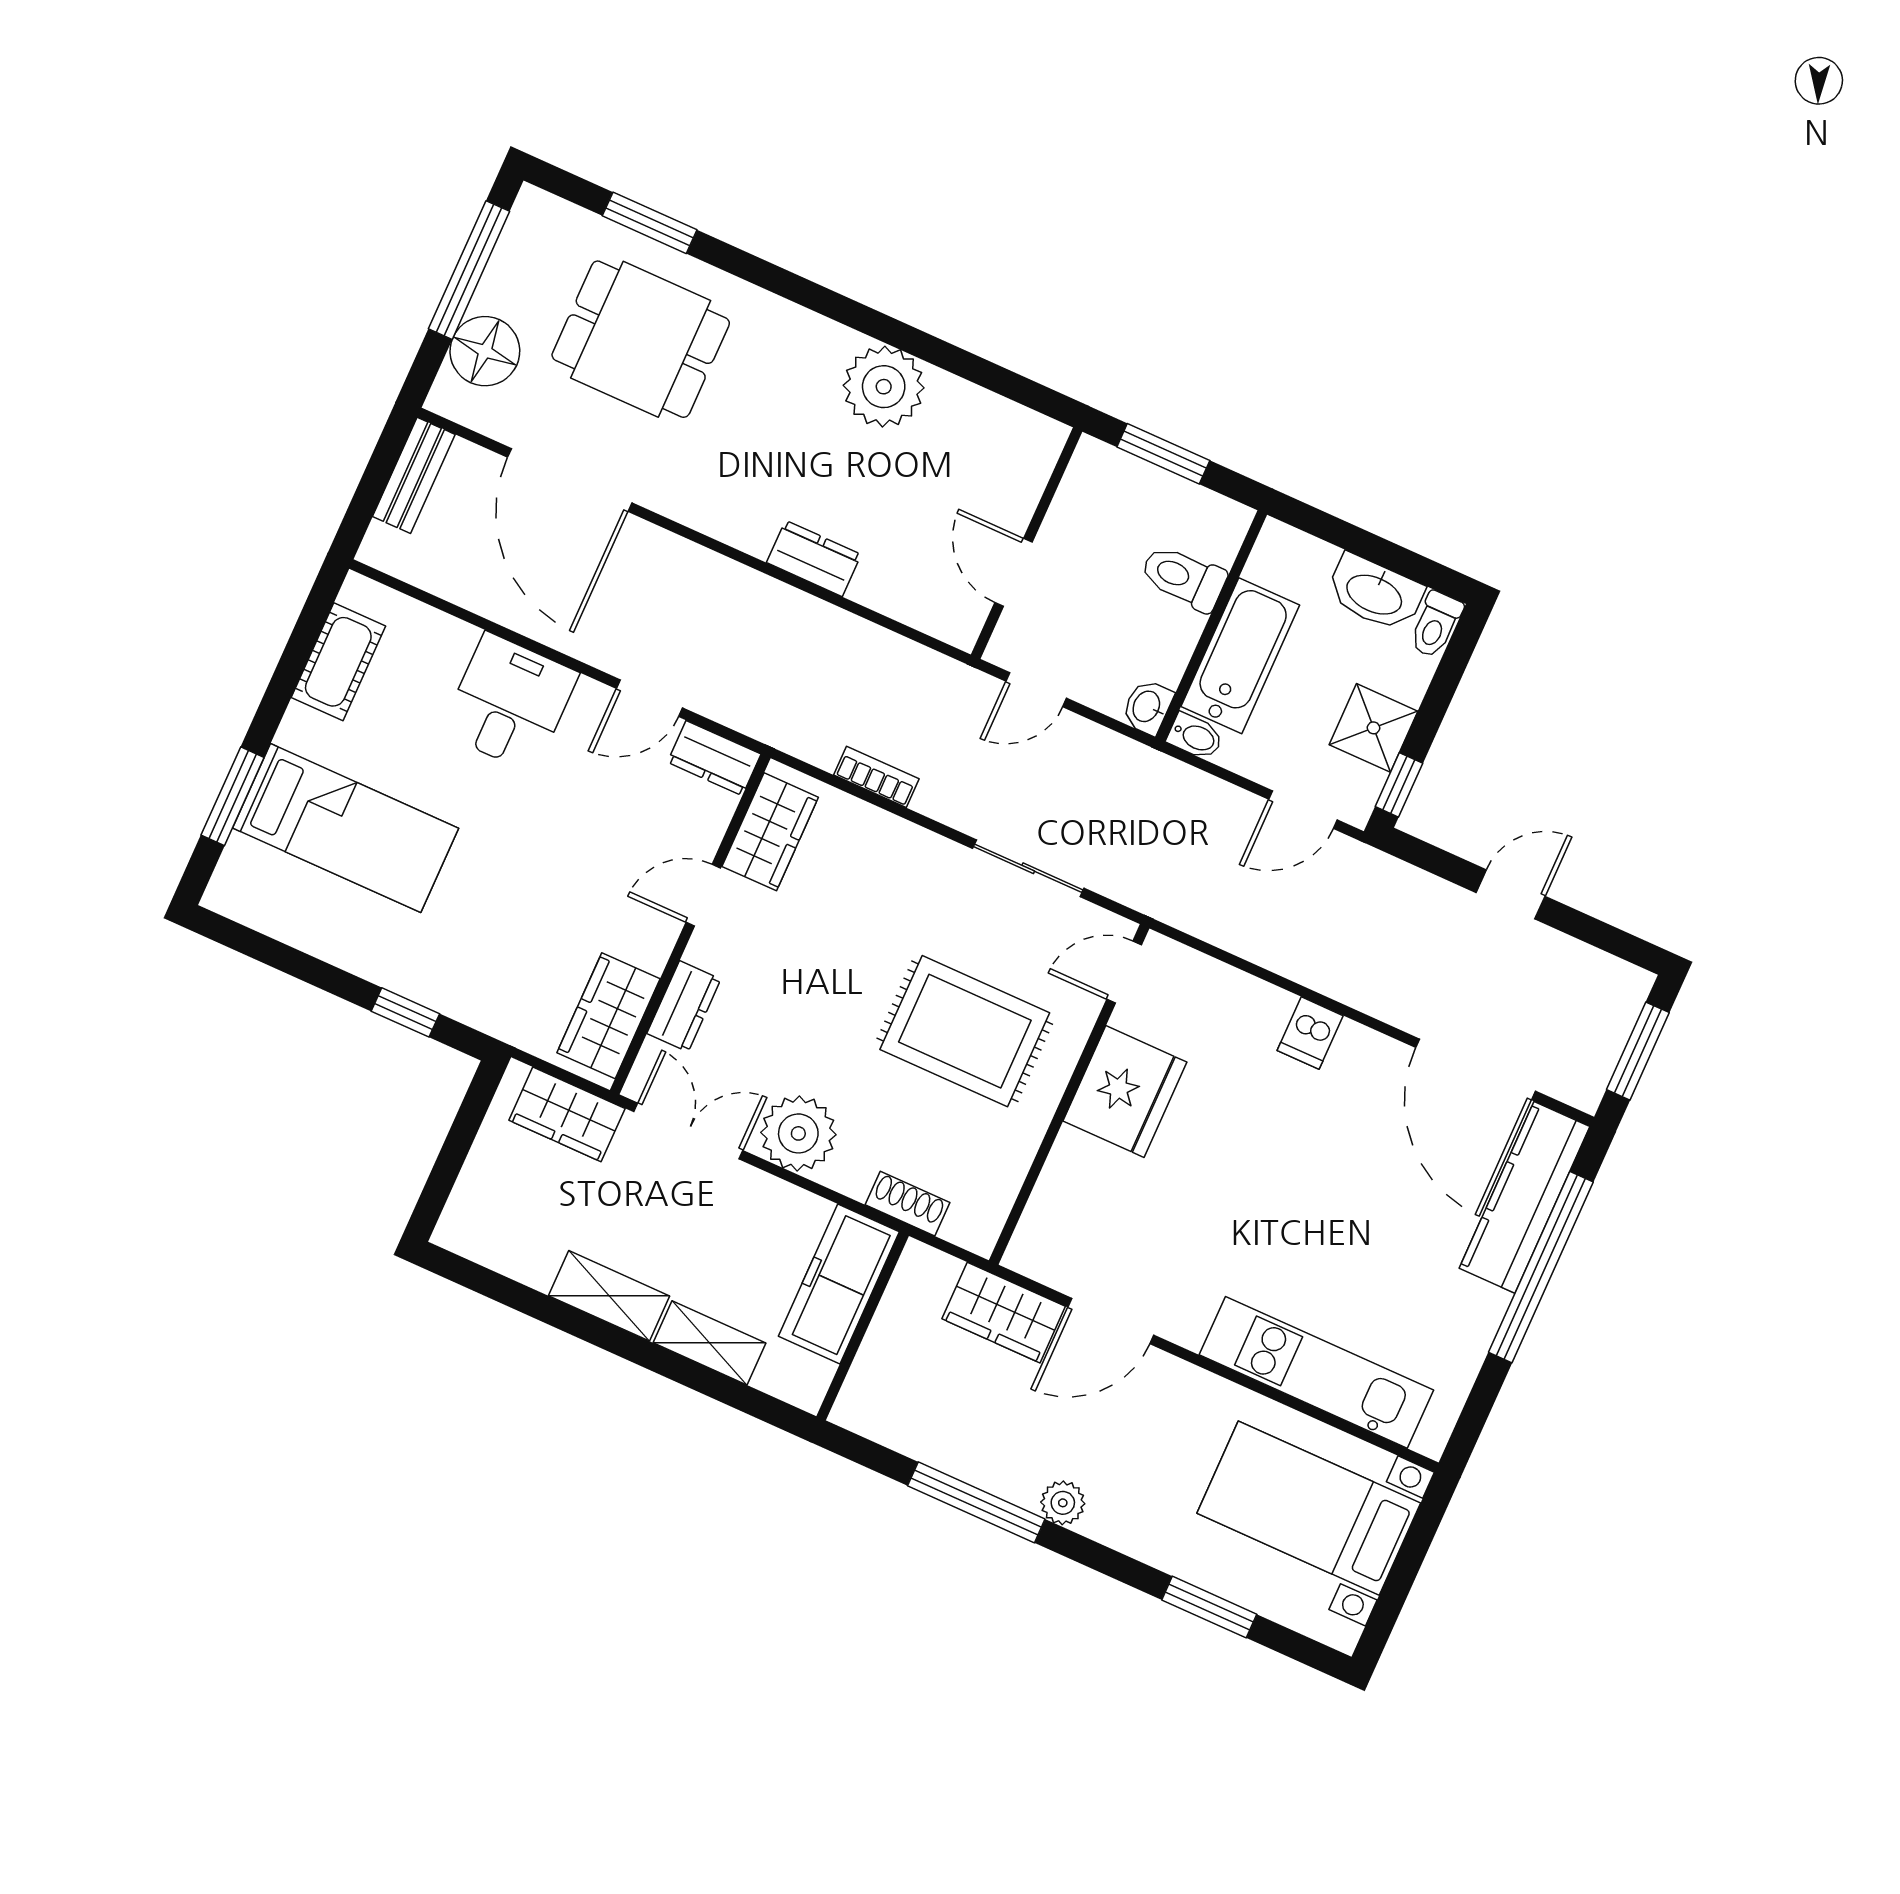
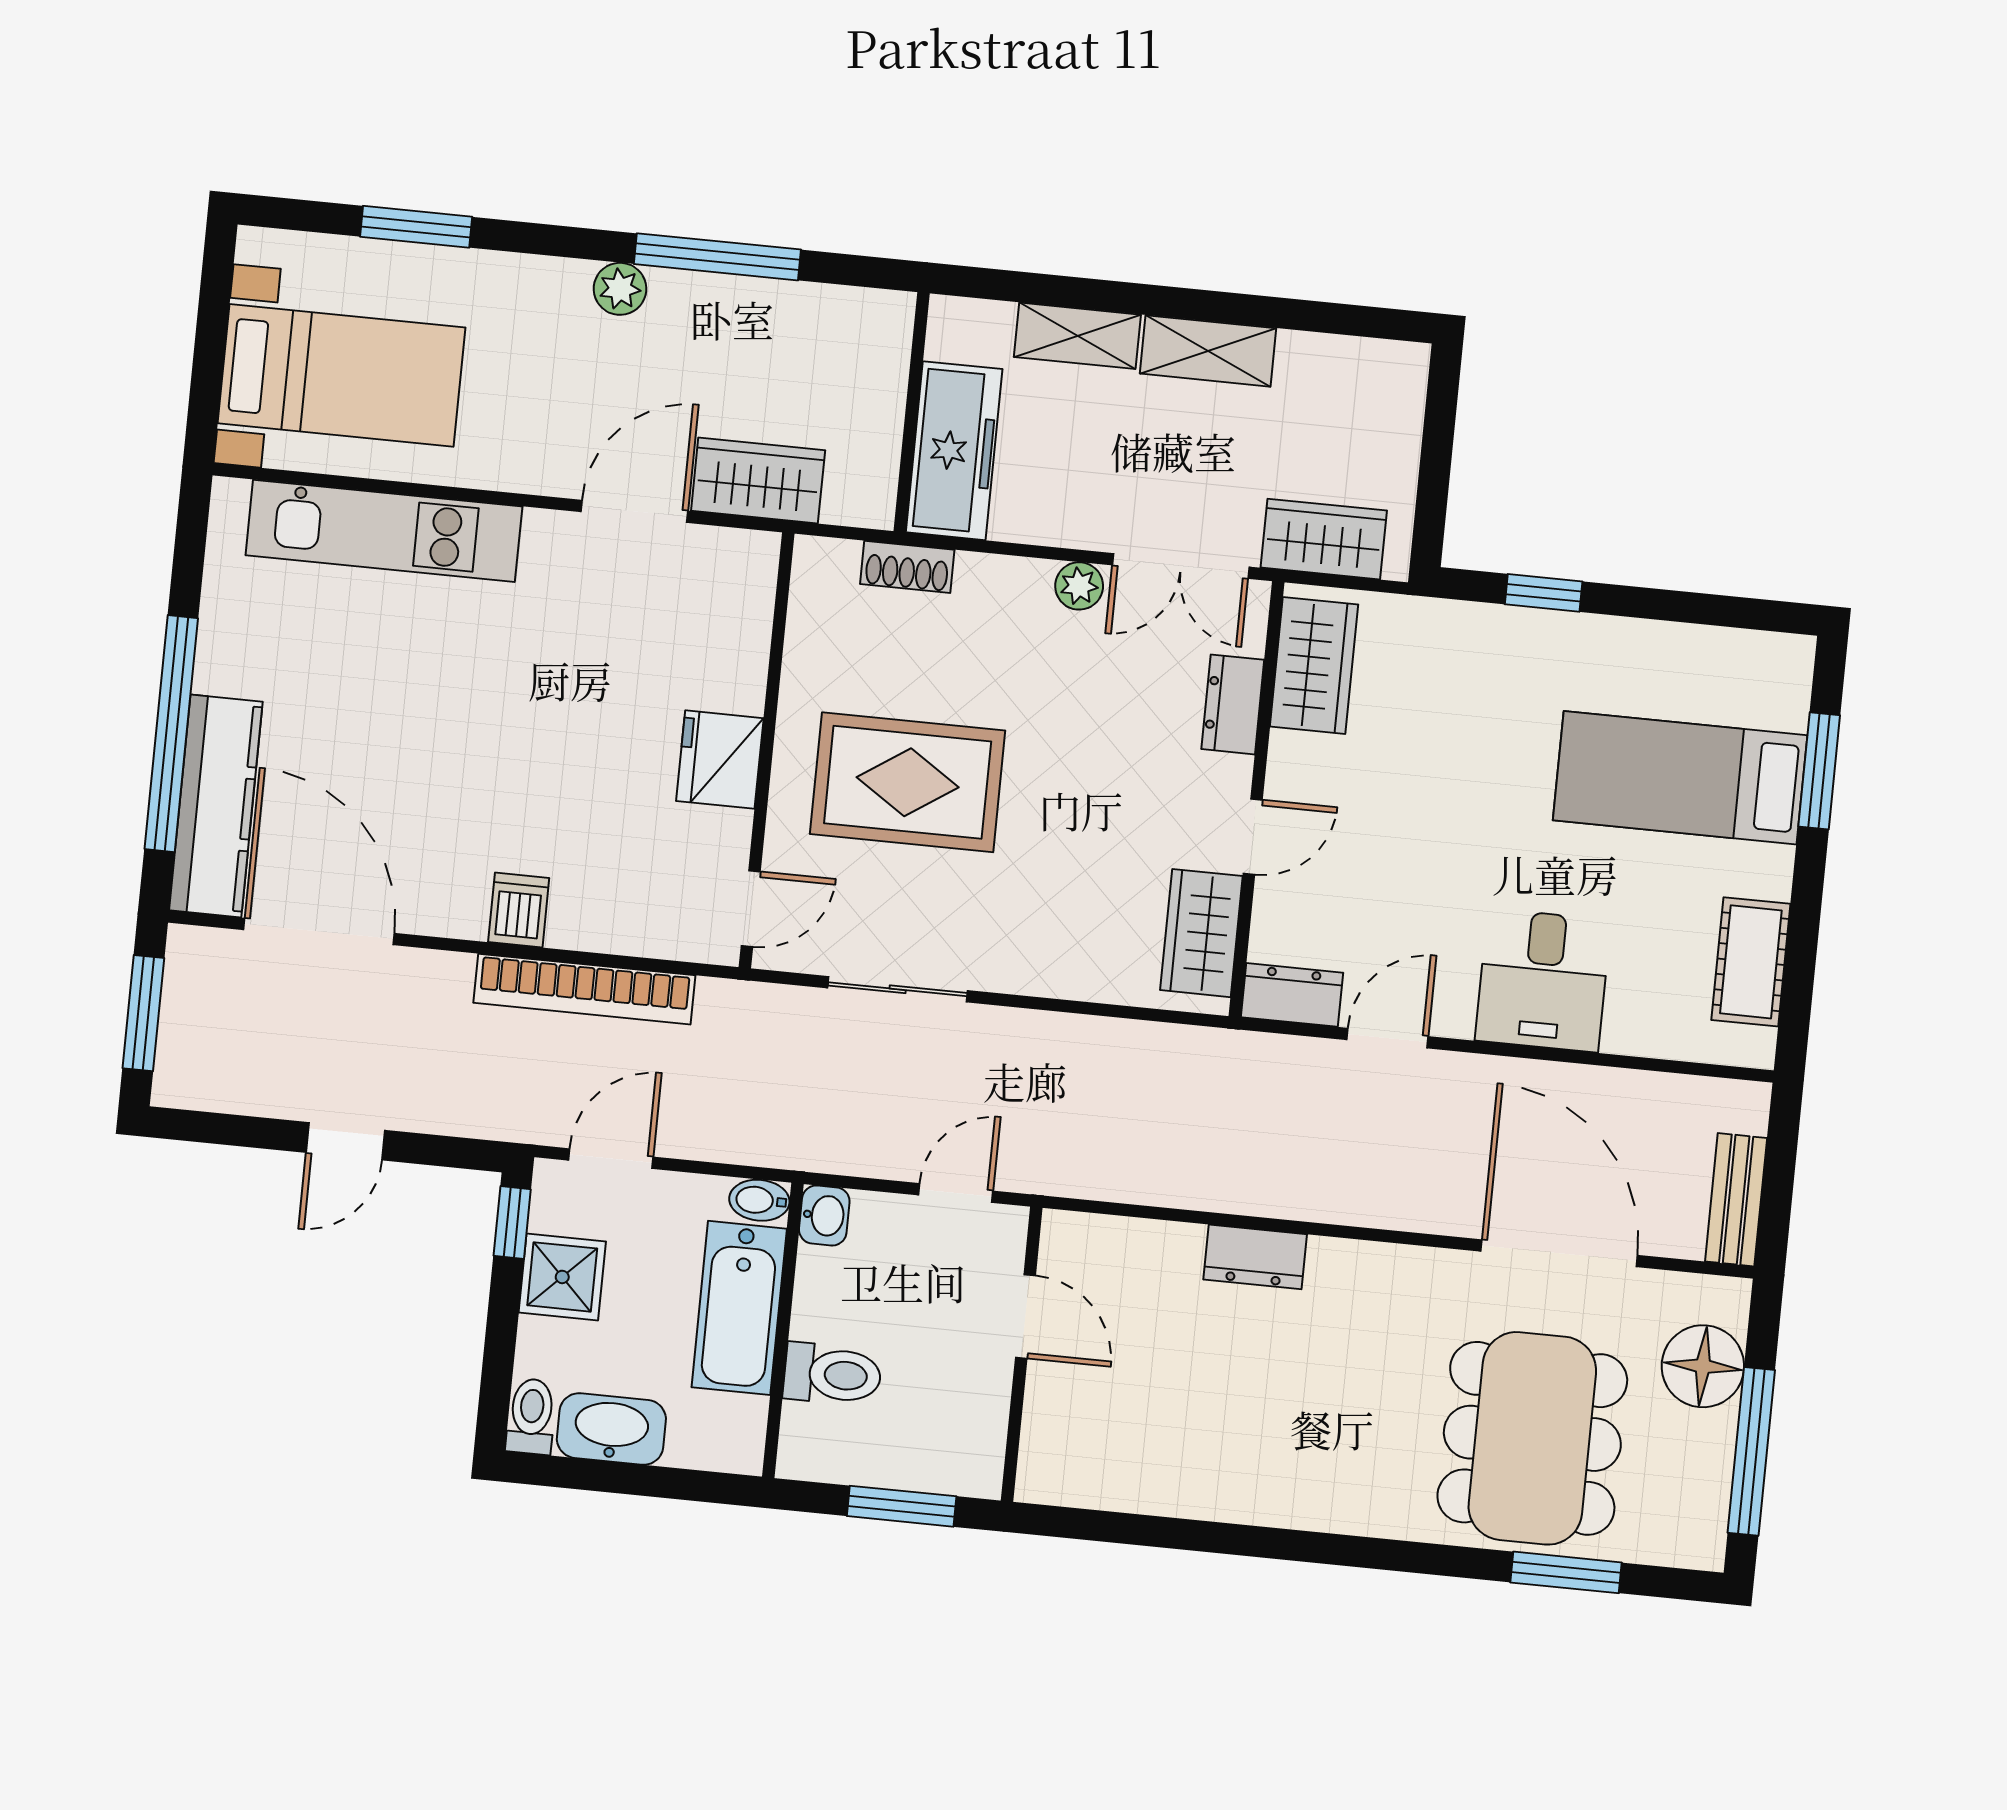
dining table: (641, 339) -> (1532, 1438), width x1.37
plant: (884, 387) -> (1241, 1476), removed
bookcase: (876, 777) -> (584, 989), moved, width x2.31, depth x1.31
fridge: (1125, 1091) -> (720, 760), width x0.73, depth x0.75
plant: (798, 1133) -> (1079, 586), width x0.53, depth x0.53

